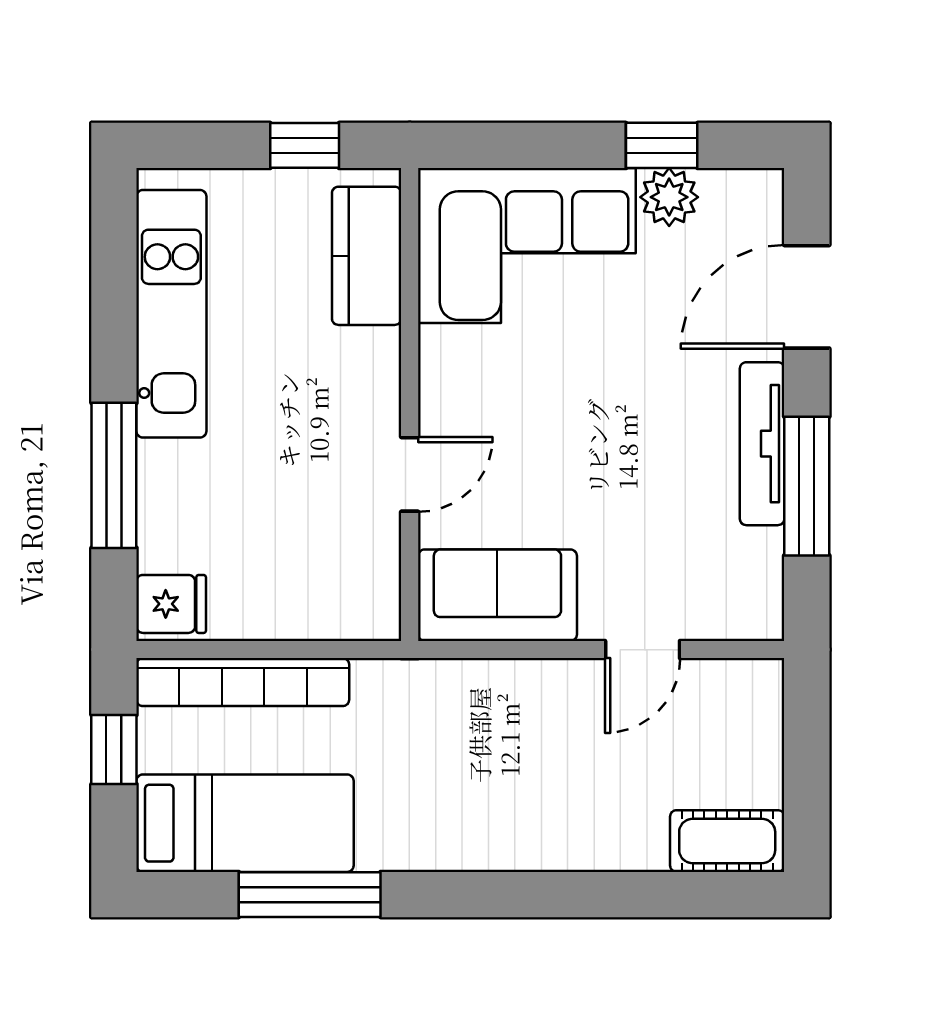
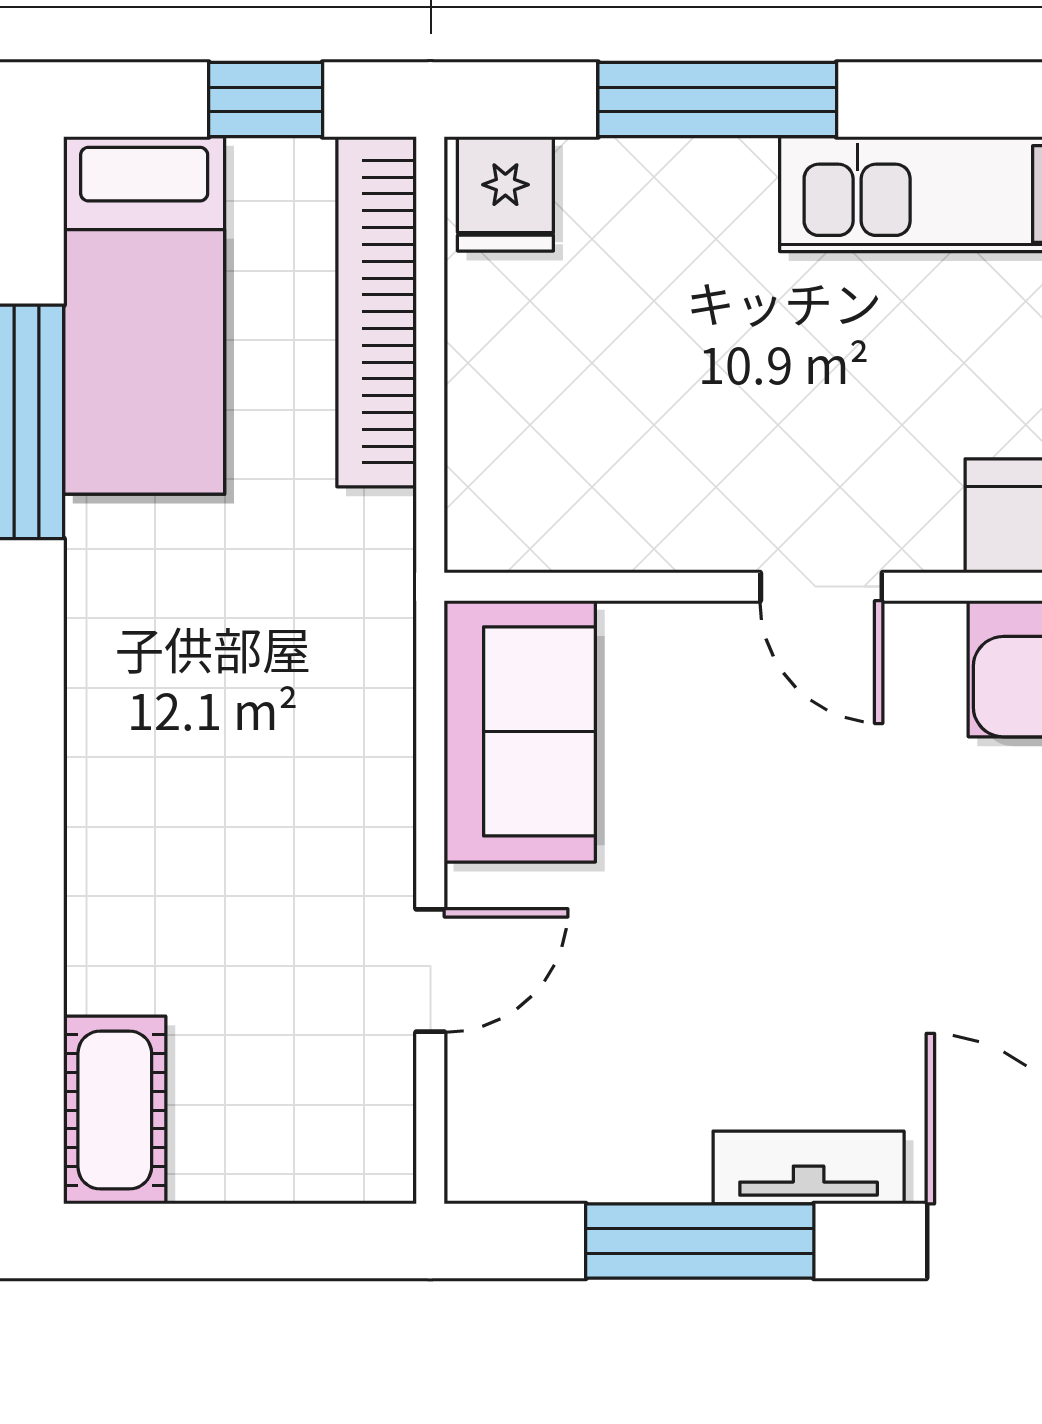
tv unit: (762, 444) -> (809, 1167), width x0.71
door: (410, 474) -> (821, 587), moved
door: (643, 650) -> (430, 971), swing flipped

